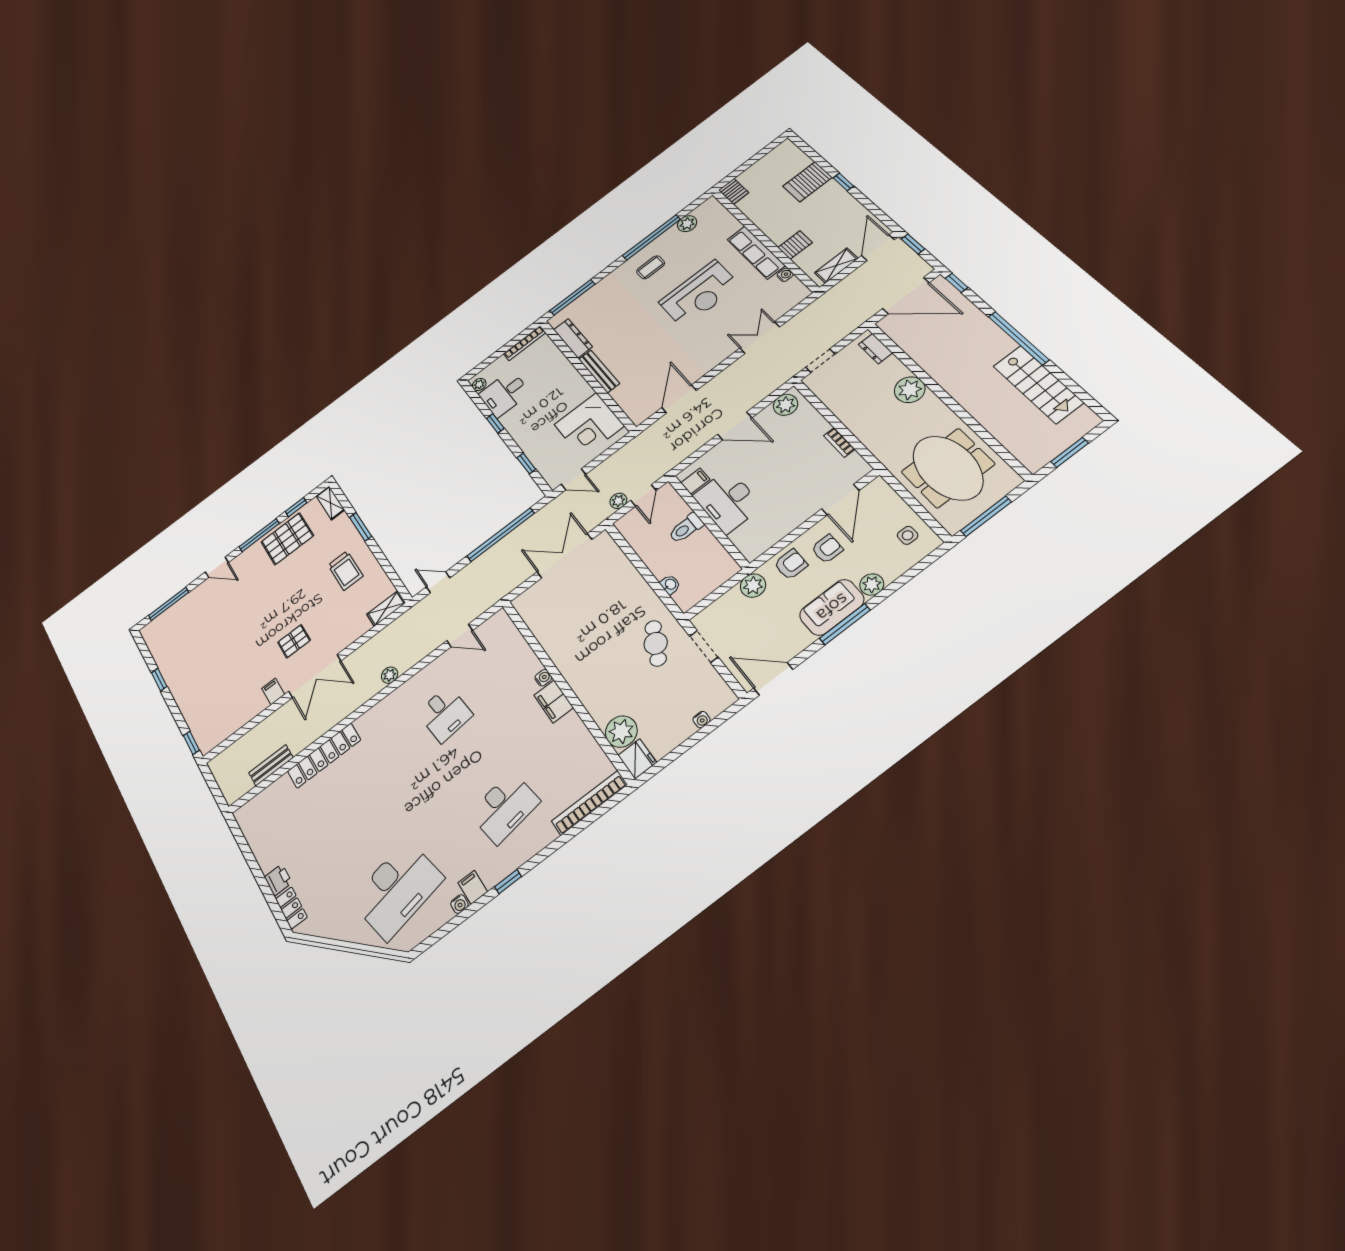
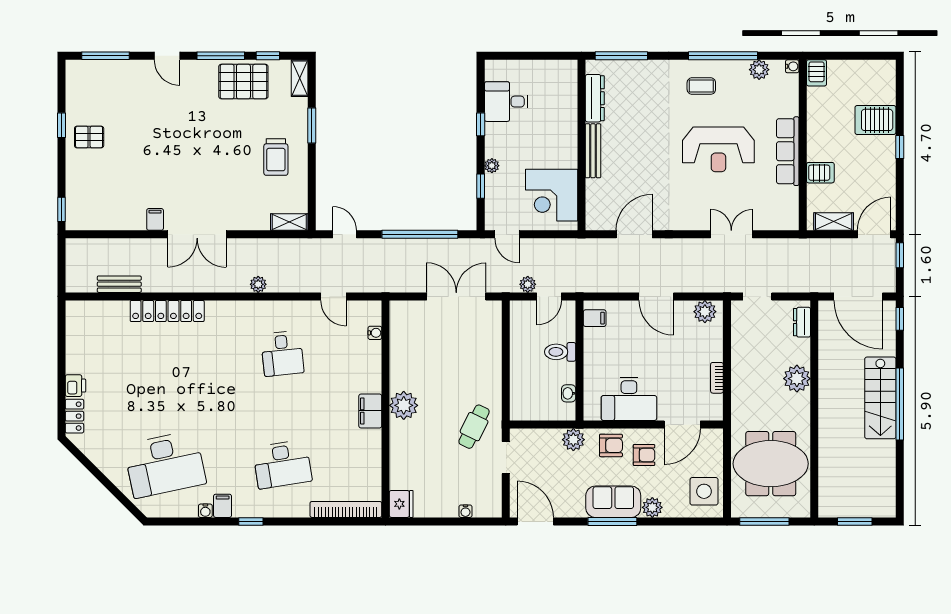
water cooler: (785, 275) -> (792, 66), moved
bookcase: (525, 343) -> (554, 66), removed
stairs: (1038, 384) -> (880, 398), moved
plant: (479, 385) -> (492, 166), moved
meeting table: (948, 468) -> (771, 464), turned 90
desk: (727, 501) -> (629, 399), moved, turned -90
side table: (908, 535) -> (704, 491), width x1.87, depth x1.87
washbasin: (670, 584) -> (569, 393), moved, turned 180
pallet: (294, 641) -> (89, 137), moved
water cooler: (543, 678) -> (375, 333), moved
plant: (621, 732) -> (404, 405), moved

